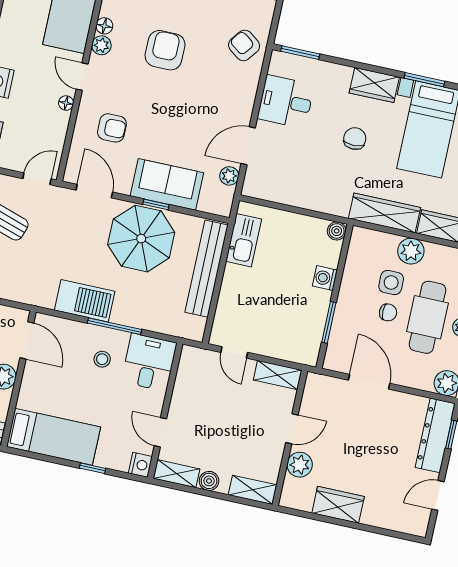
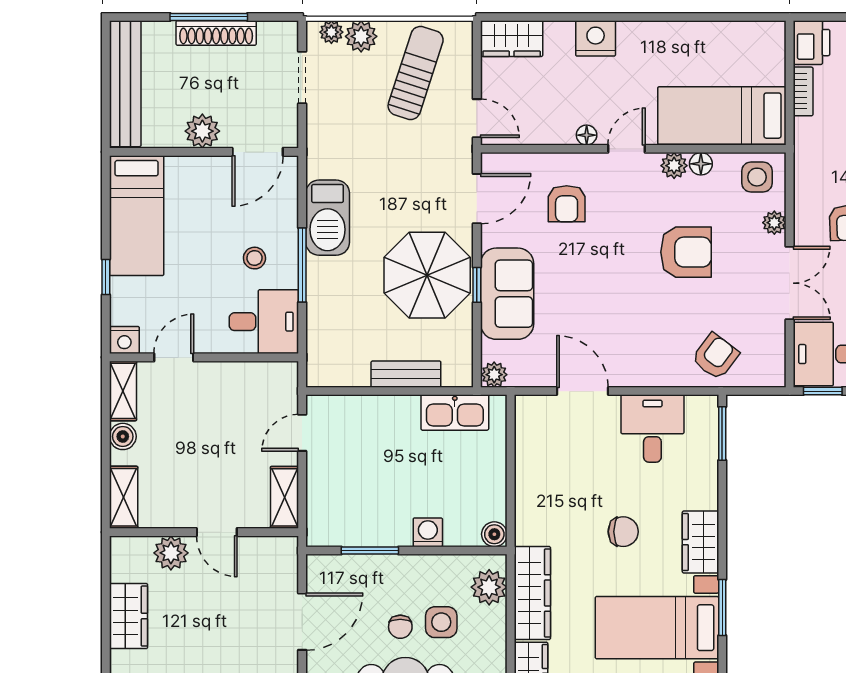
plant: (229, 176) -> (494, 375), moved
plant: (411, 251) -> (489, 587), moved
bench: (207, 269) -> (406, 374), width x0.54, depth x0.82

